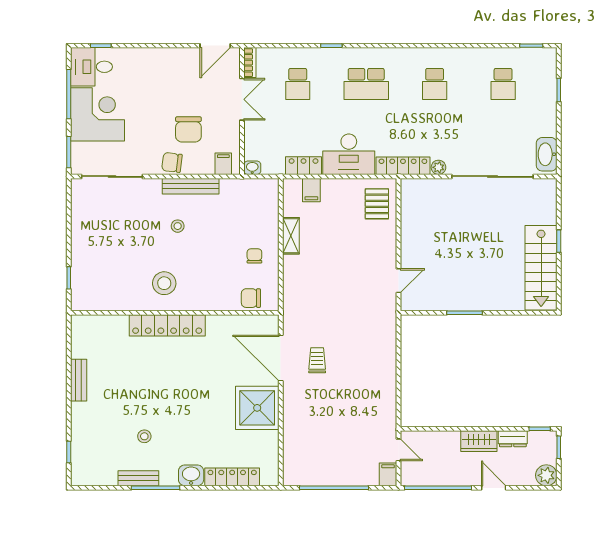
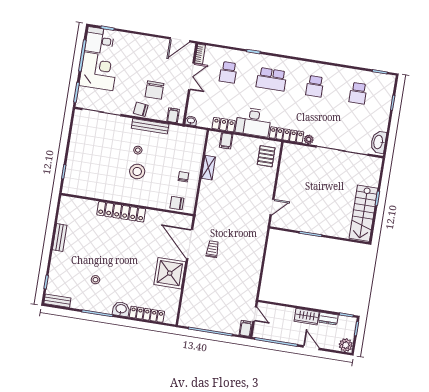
stool: (164, 283) -> (137, 171), moved
bench: (138, 478) -> (57, 301), moved

